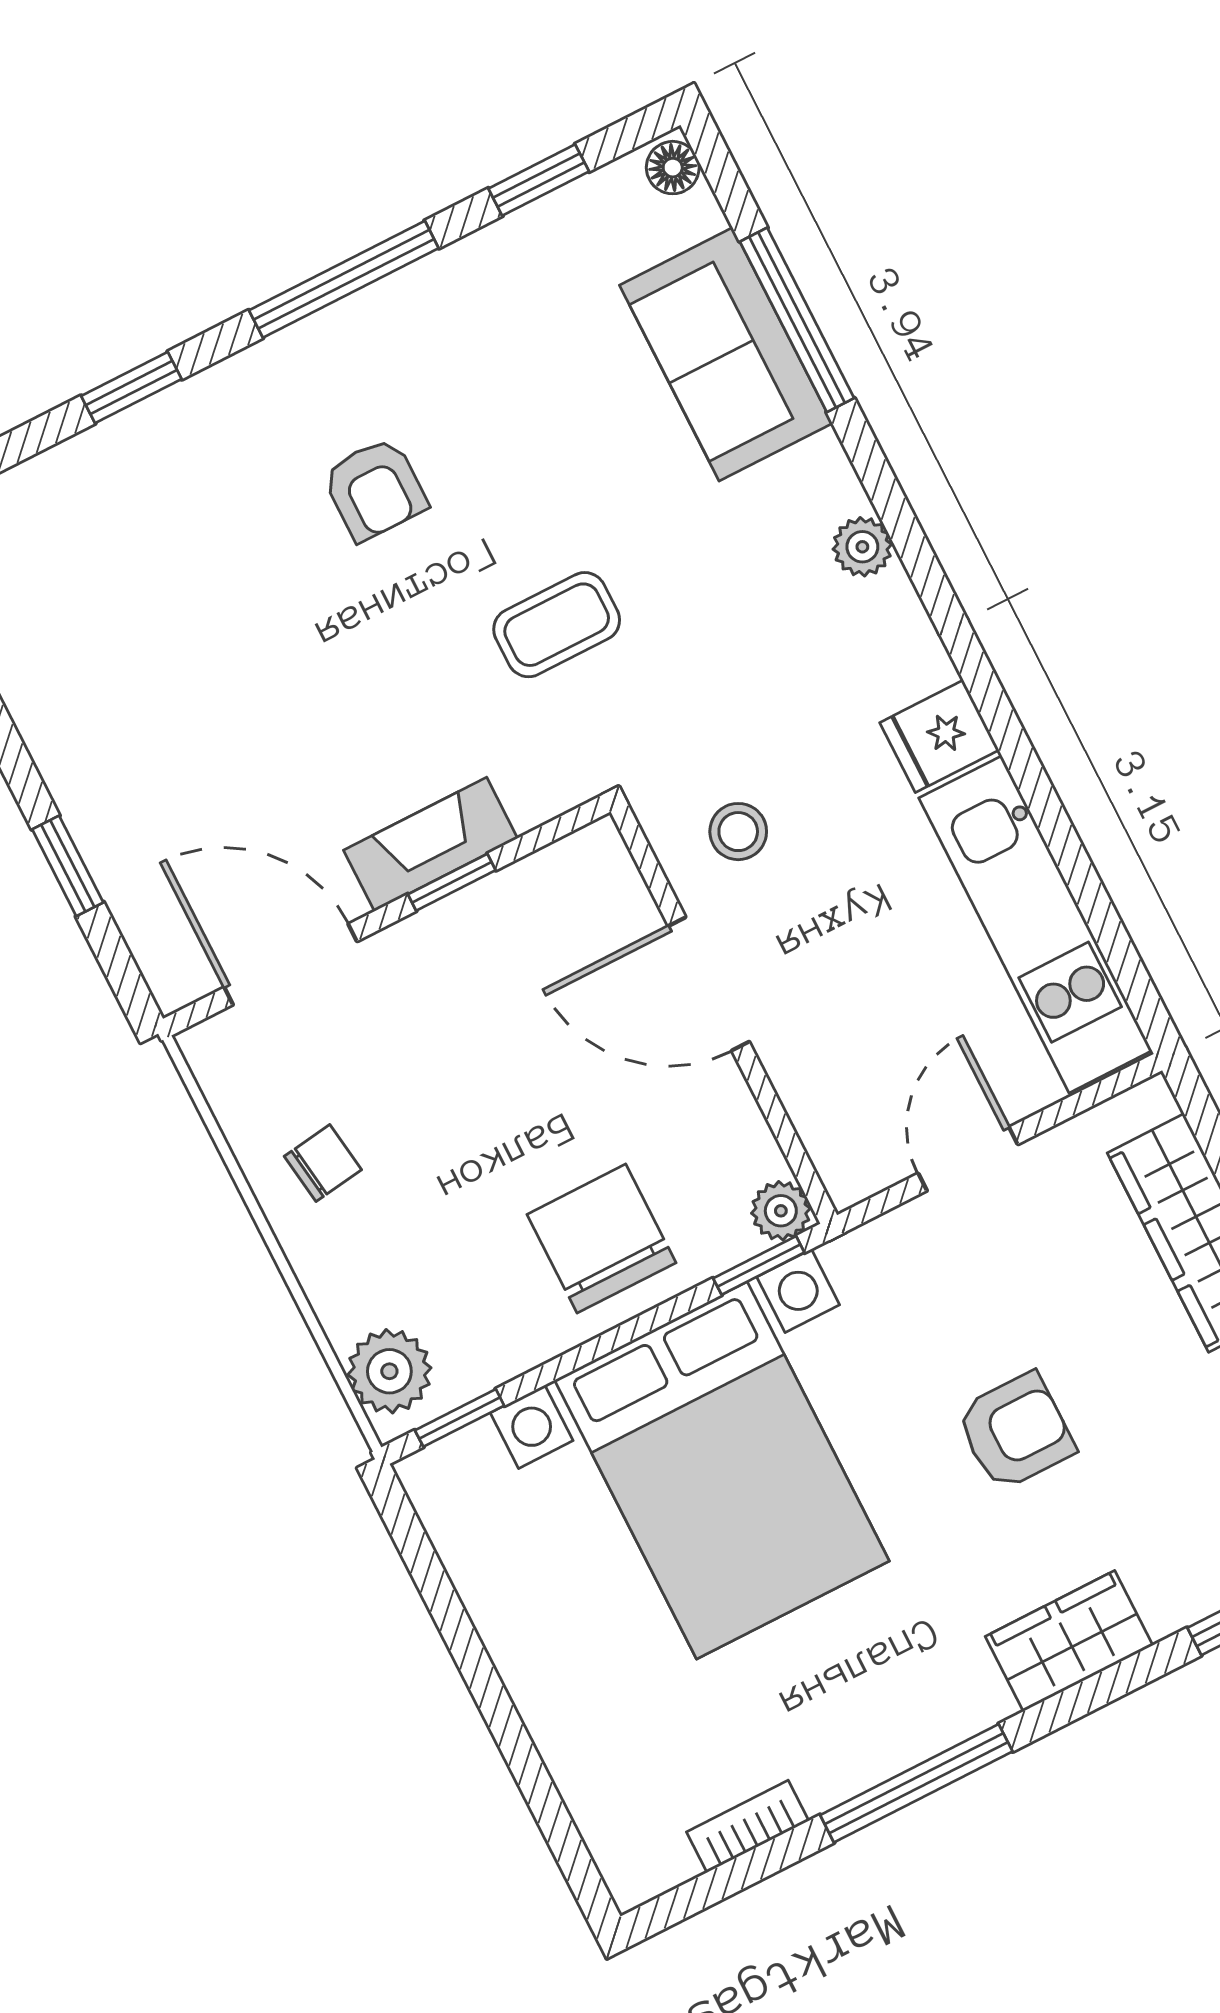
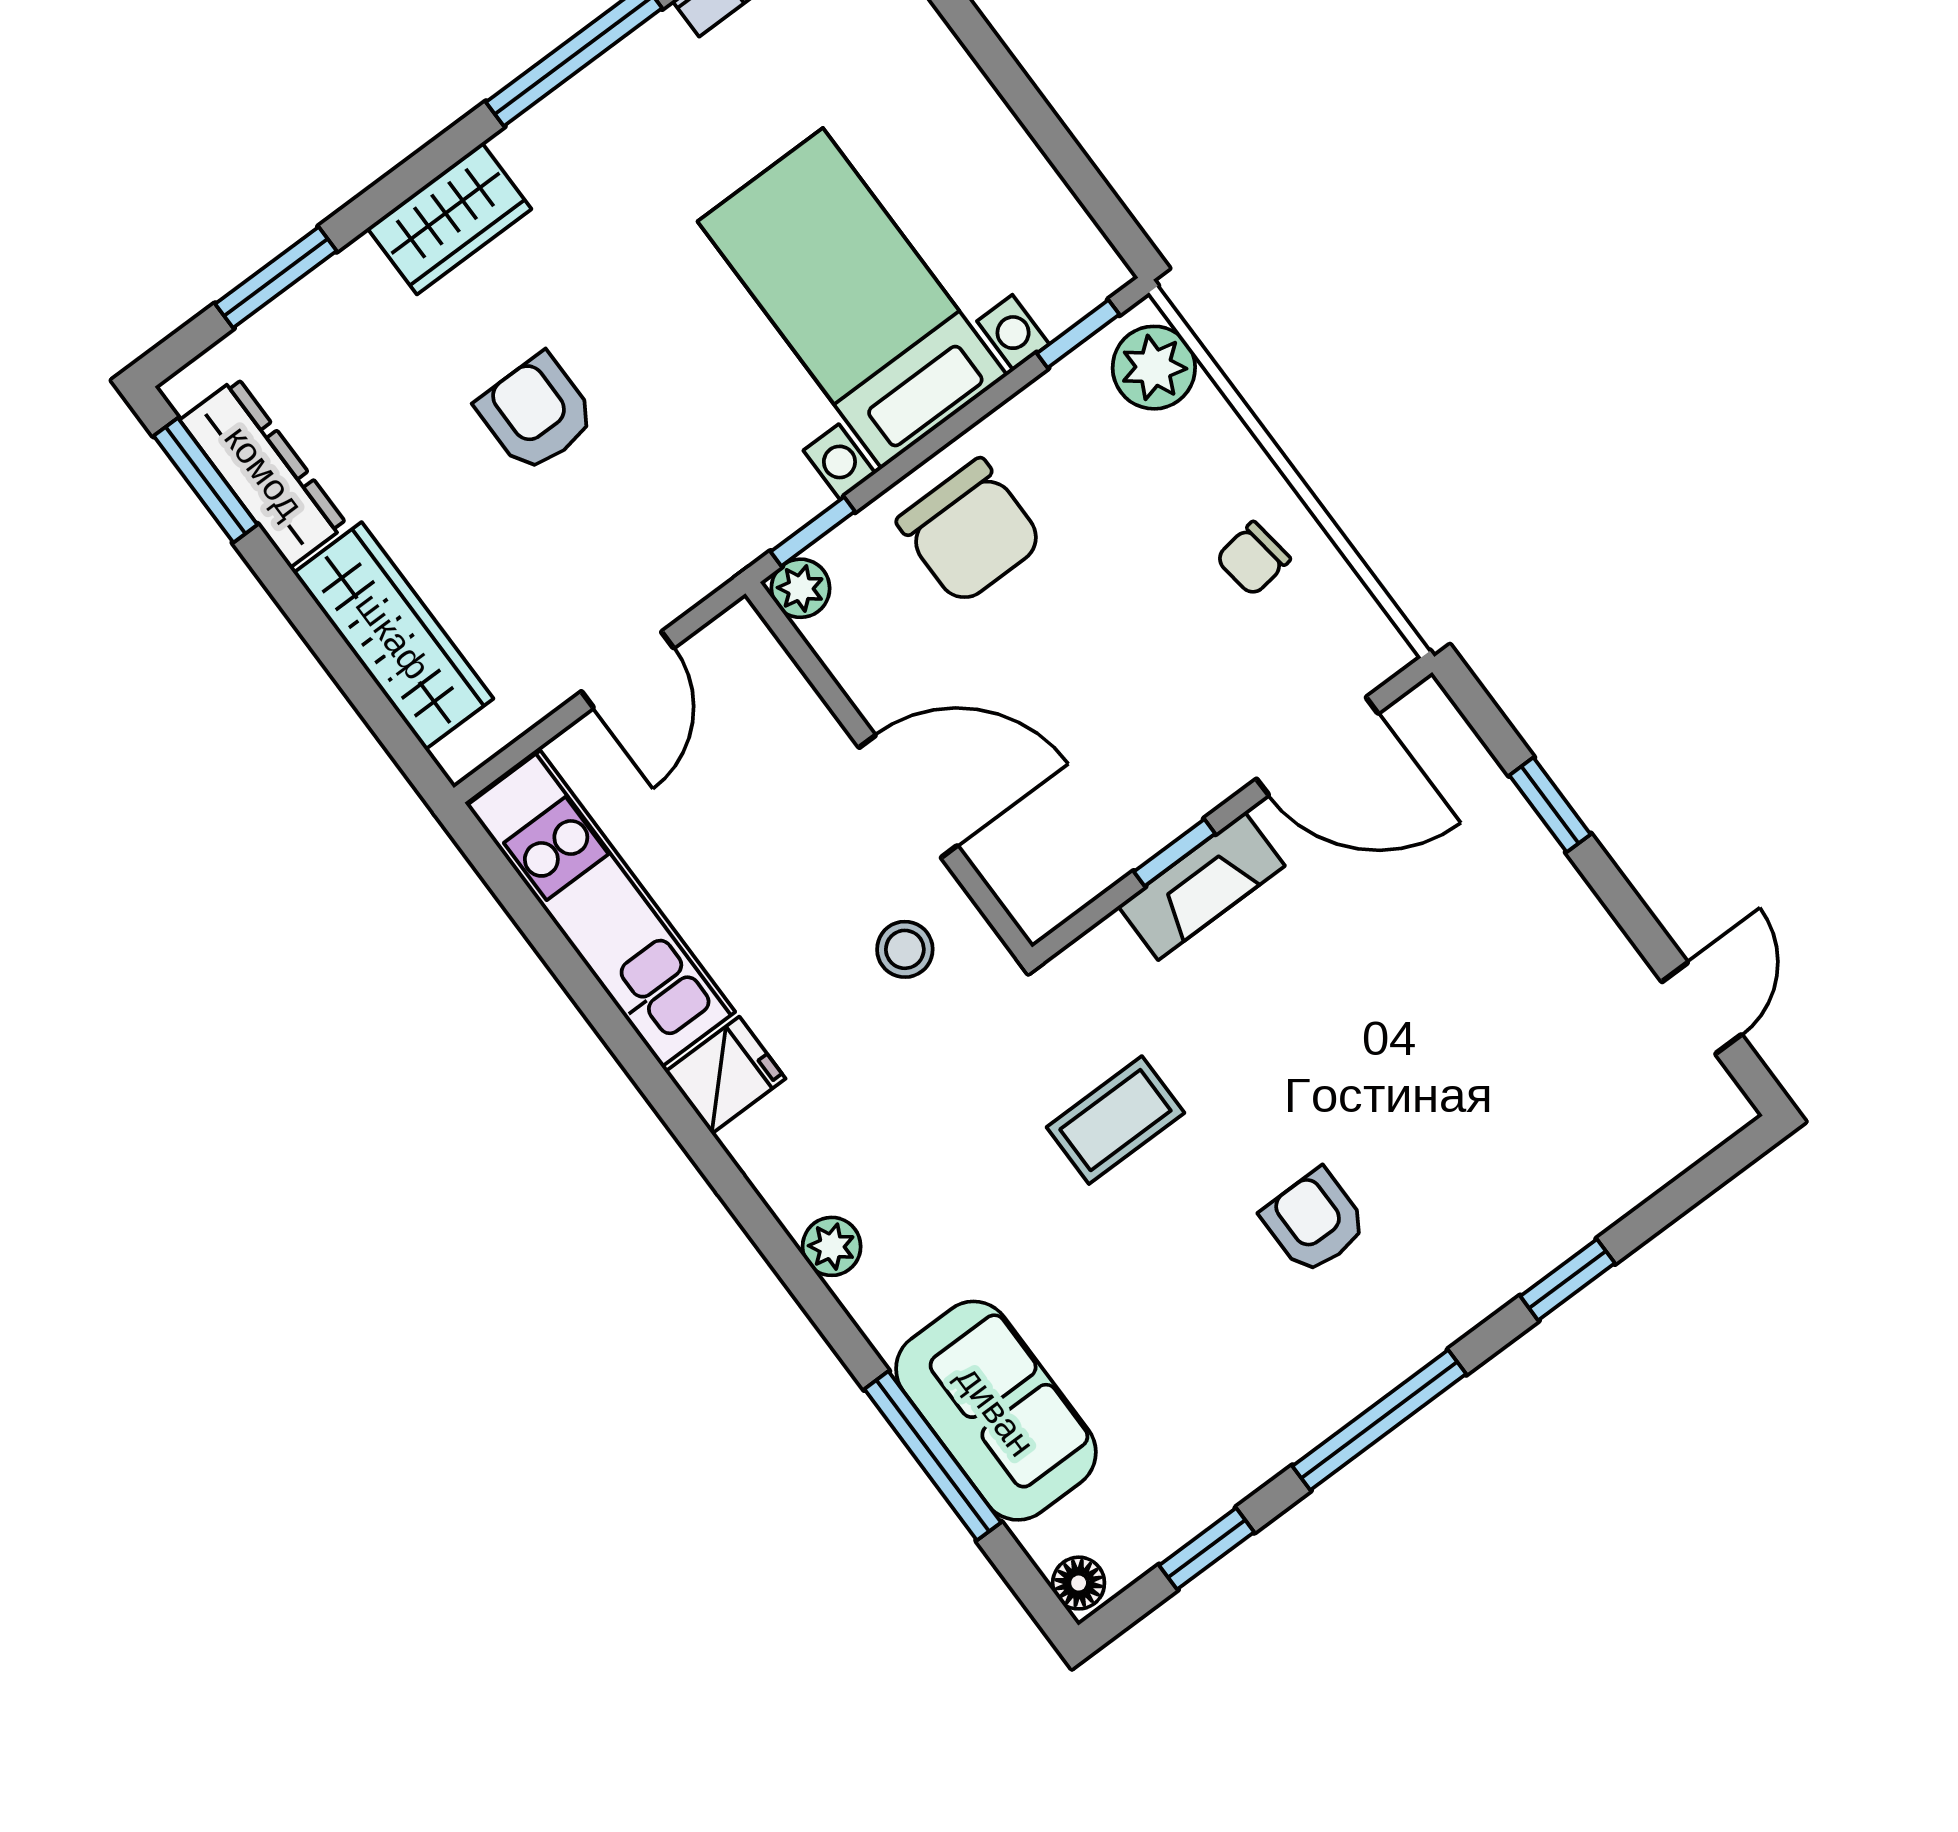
armchair: (1015, 1431) -> (536, 413), turned 90
bed with nightstands: (722, 1470) -> (852, 298), width x0.73

